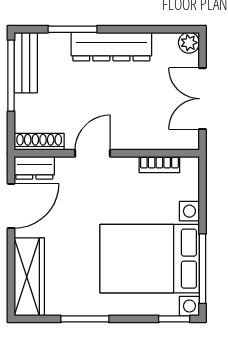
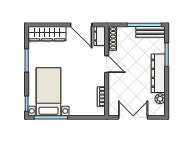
plant: (189, 43) -> (160, 99), moved
bed with nightstands: (150, 259) -> (49, 92), width x0.73

